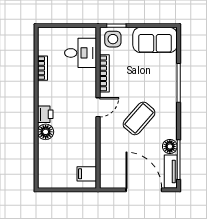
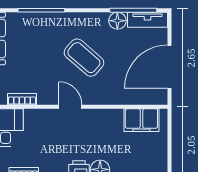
bookcase: (104, 73) -> (22, 99), width x0.64
filing cabinet: (87, 174) -> (141, 120), width x2.00
door: (144, 190) -> (169, 67), moved

